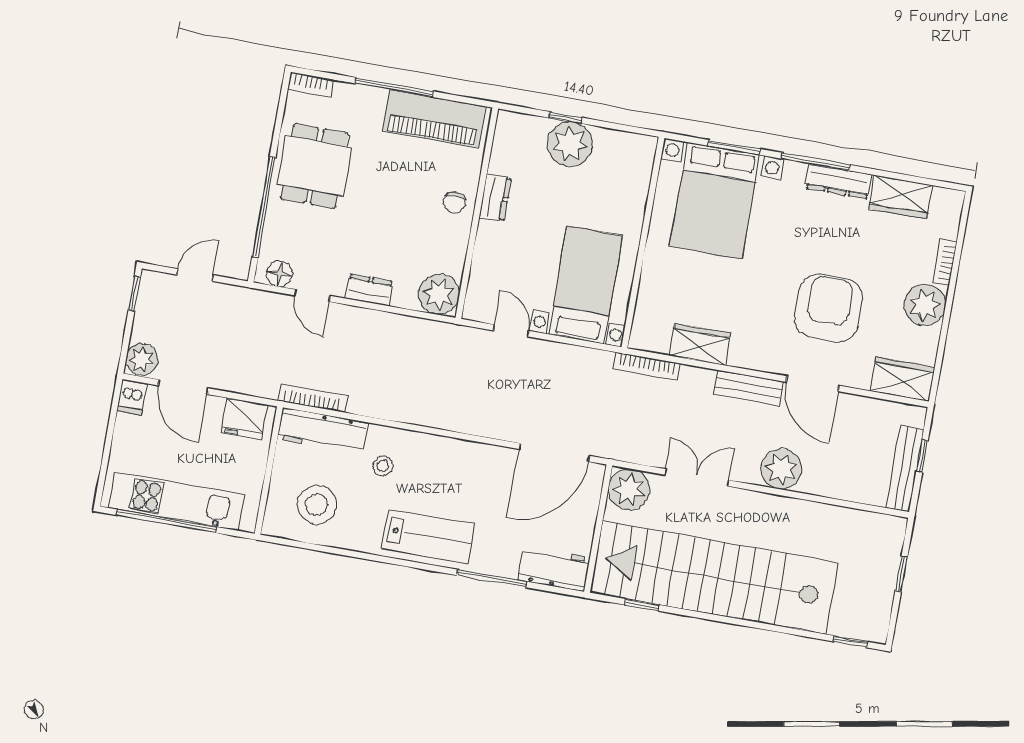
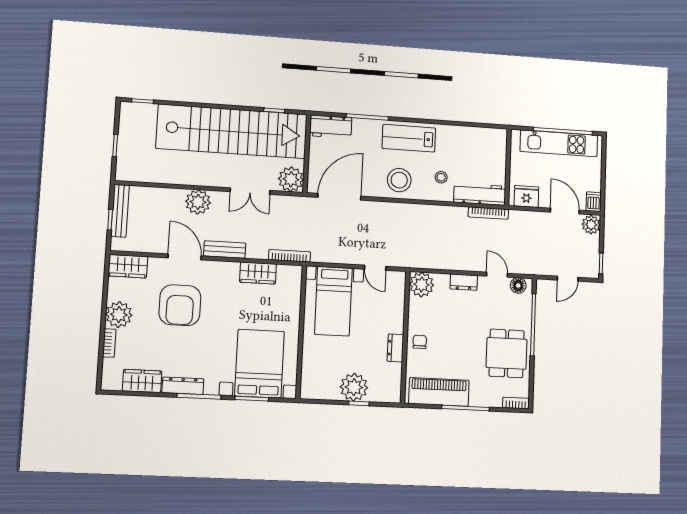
stool: (317, 505) -> (399, 180), moved

